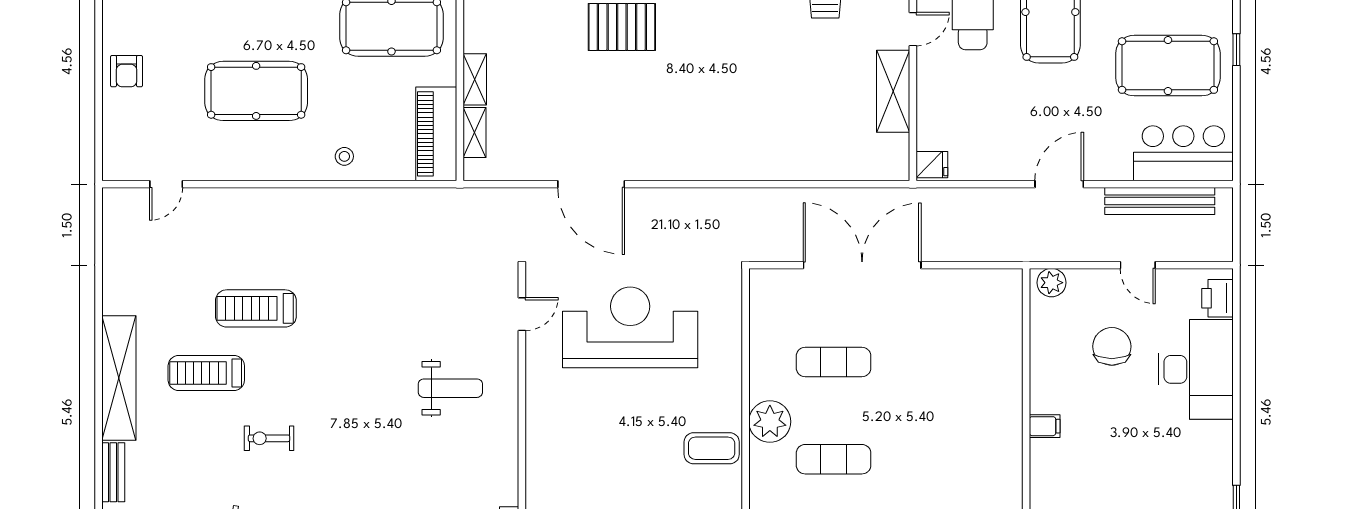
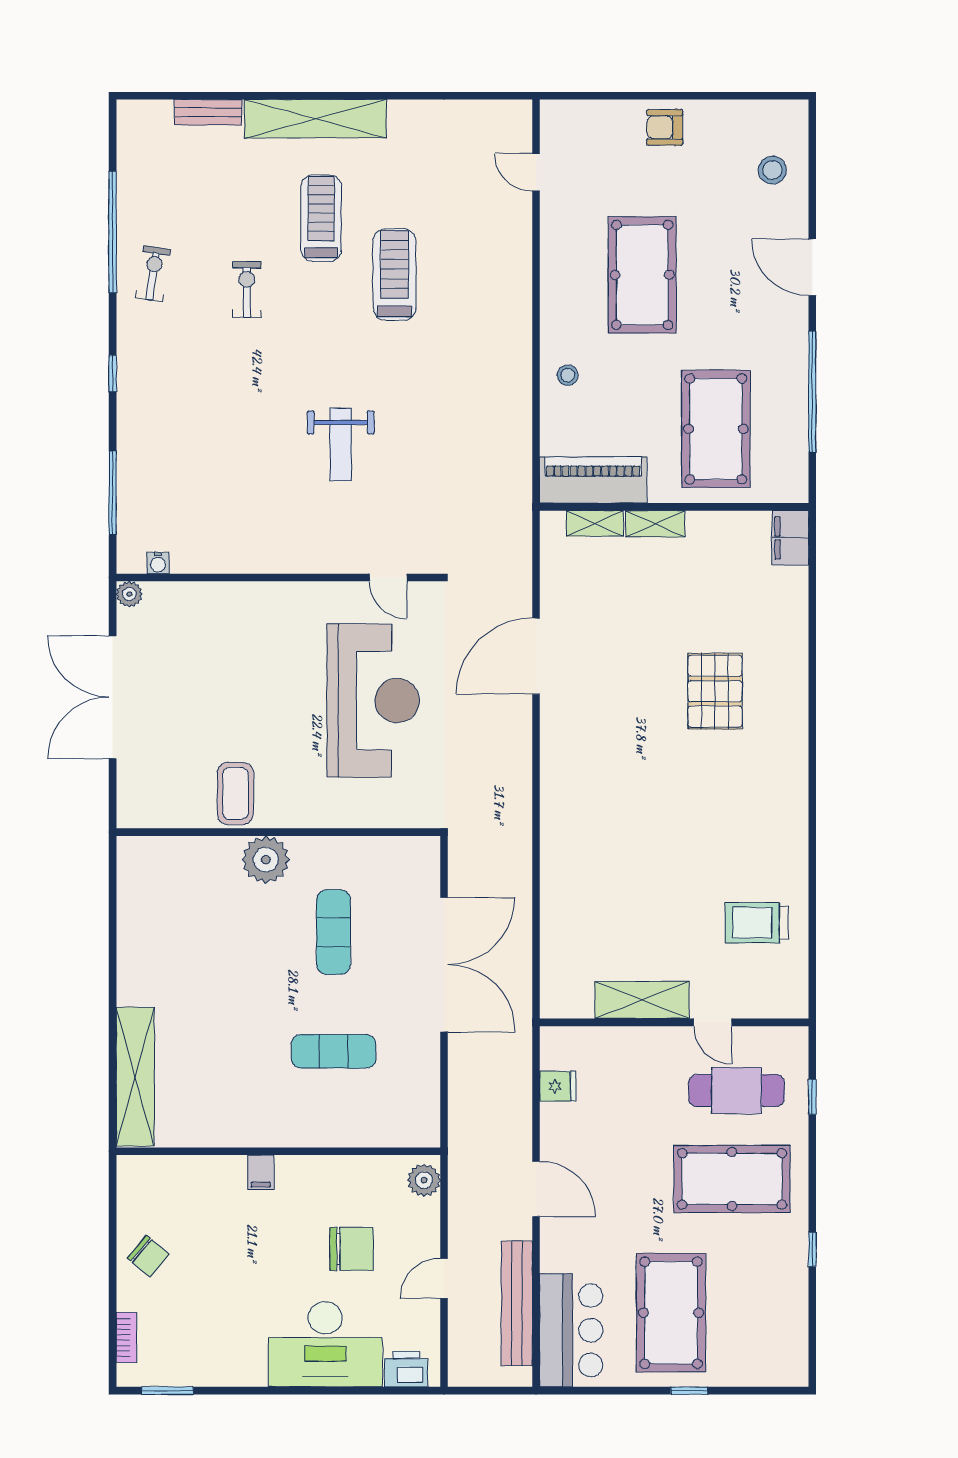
fridge: (932, 165) -> (558, 1086), moved, turned -90
weight bench: (450, 388) -> (341, 444), moved
exercise mat: (834, 459) -> (334, 1051), moved, turned 90

